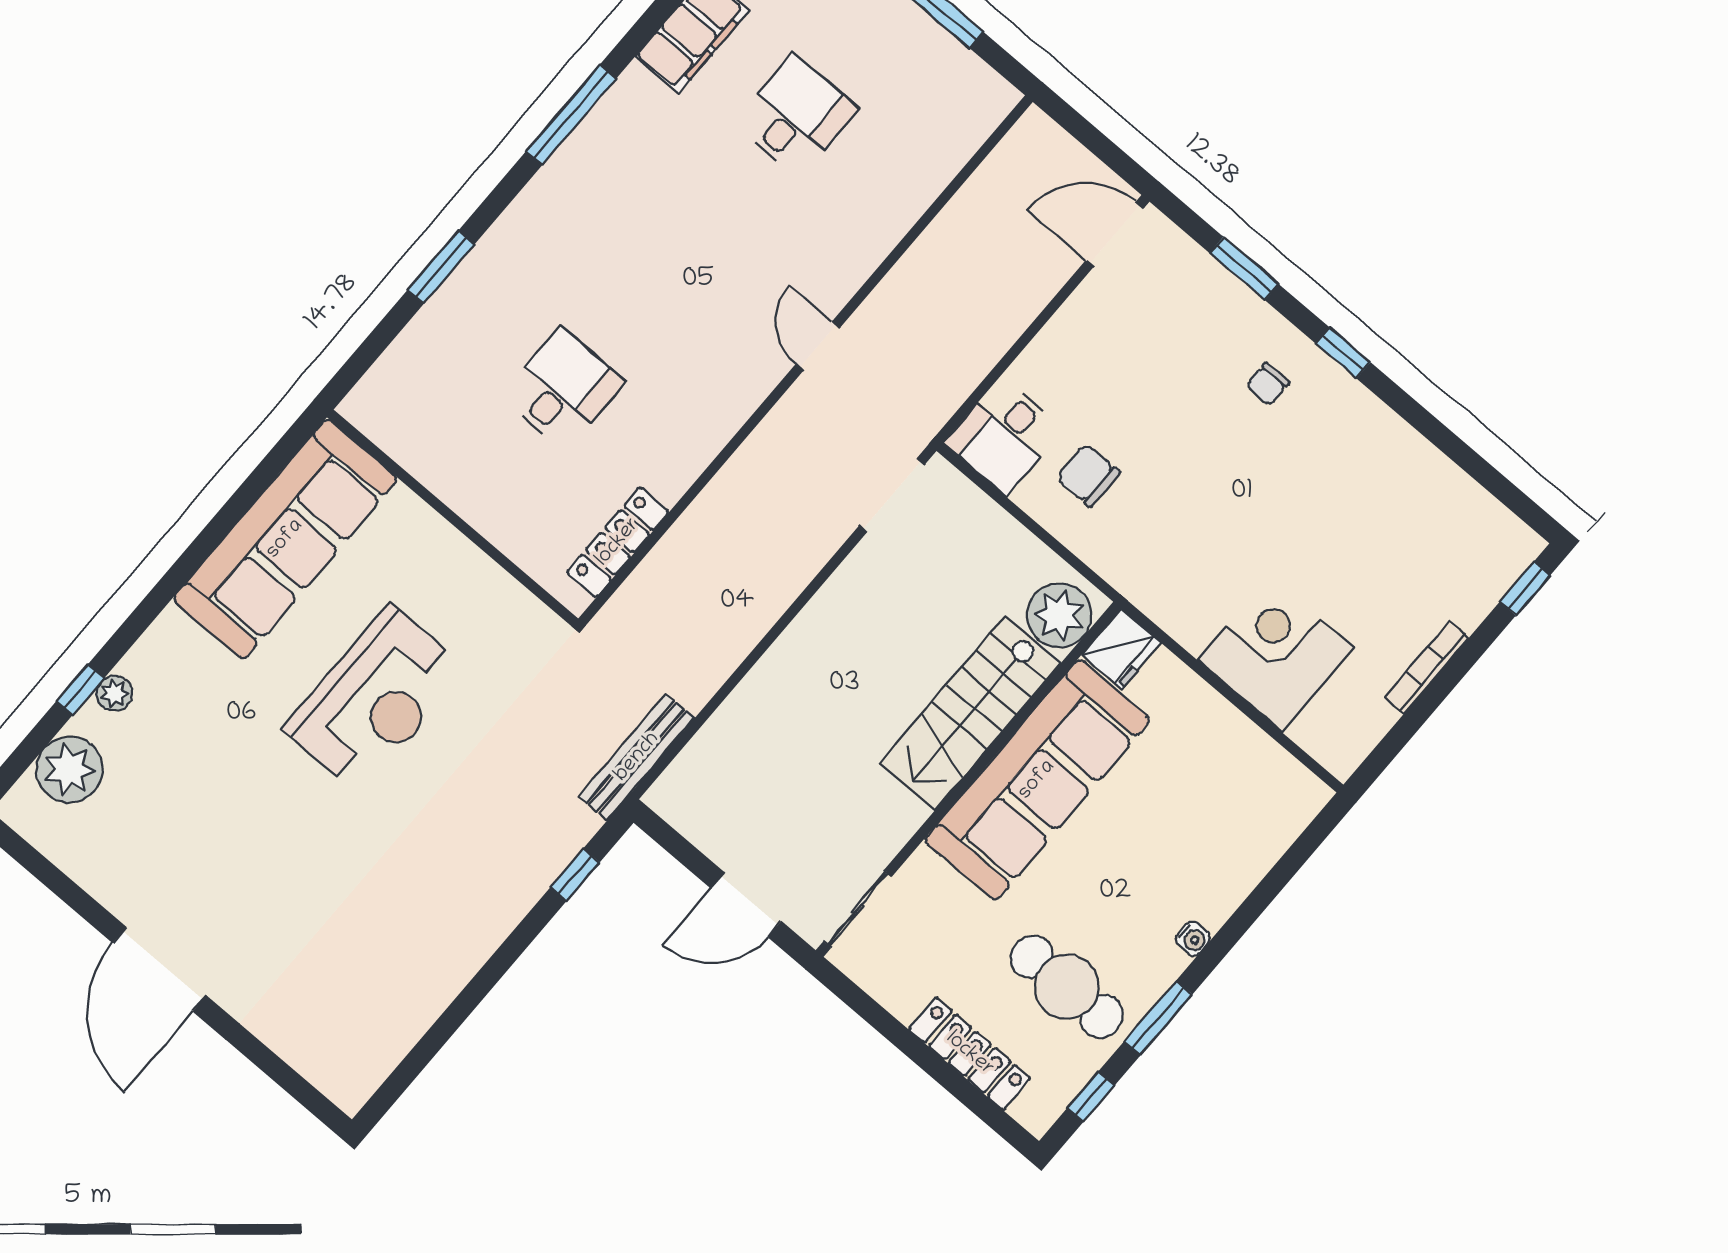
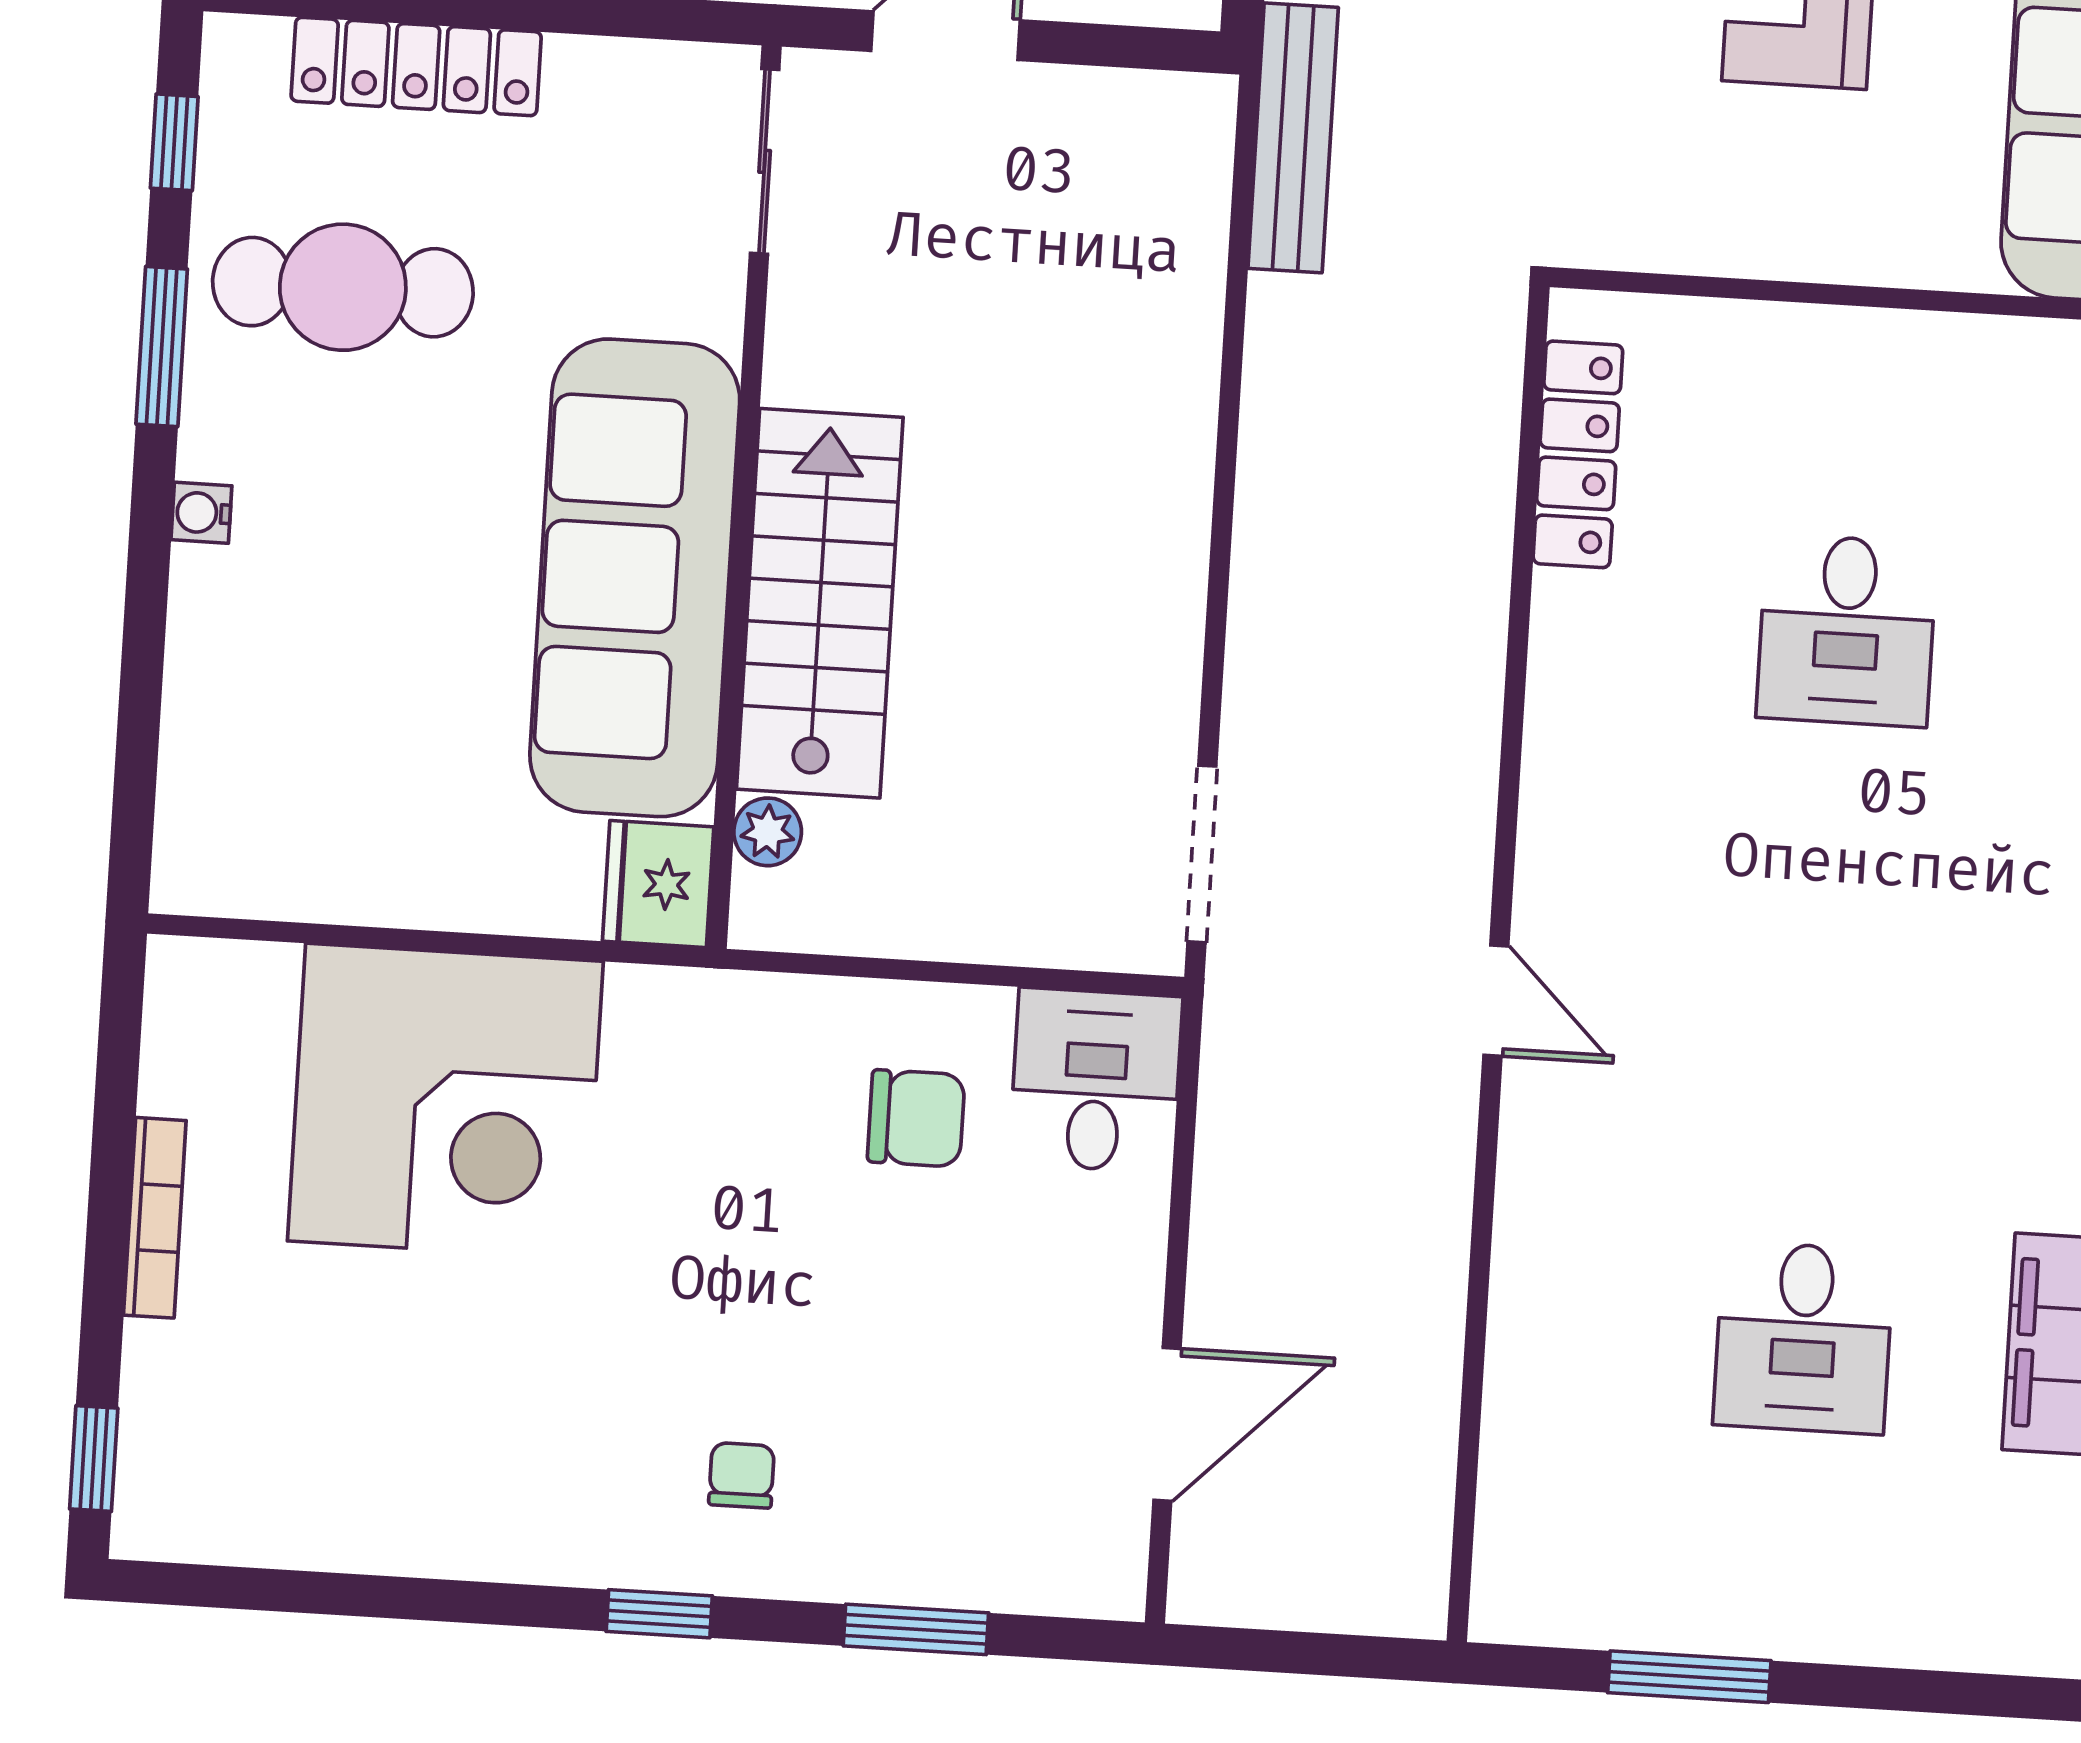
door: (1115, 234) -> (1167, 1424), moved
plant: (1059, 615) -> (768, 832), width x0.53, depth x0.53
corner desk: (1276, 654) -> (445, 1101), width x1.36, depth x1.36

